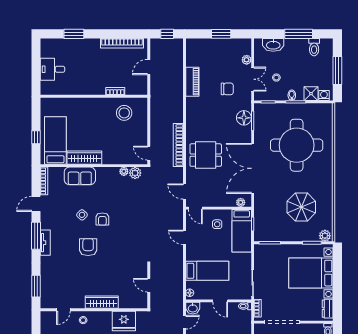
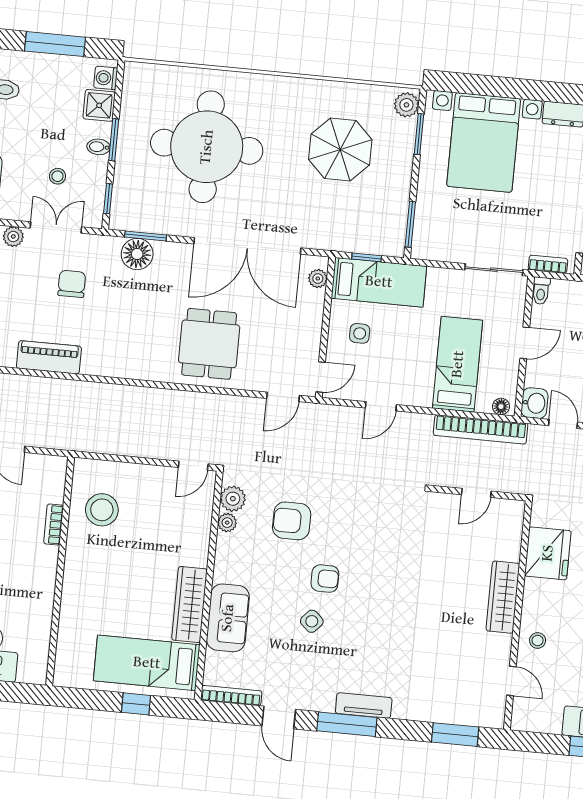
bookcase: (178, 145) -> (481, 429), moved
armchair: (88, 247) -> (292, 521), moved

